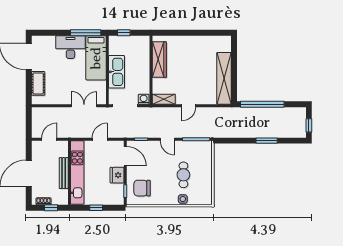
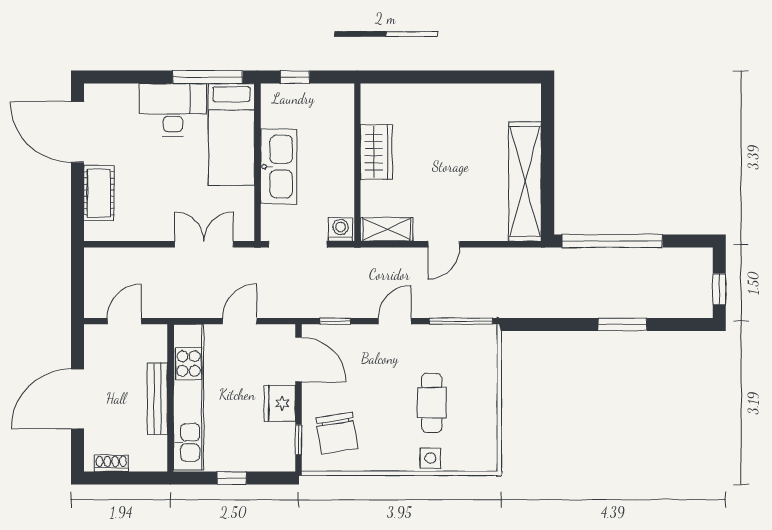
wardrobe: (159, 59) -> (376, 152), width x0.67
door: (167, 139) -> (395, 321), swing flipped
chair: (142, 188) -> (337, 433), turned -99
window: (51, 208) -> (128, 478), removed

